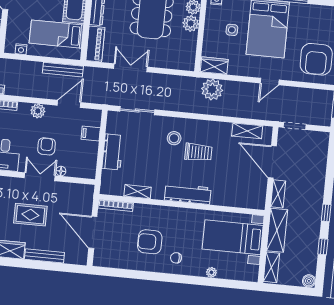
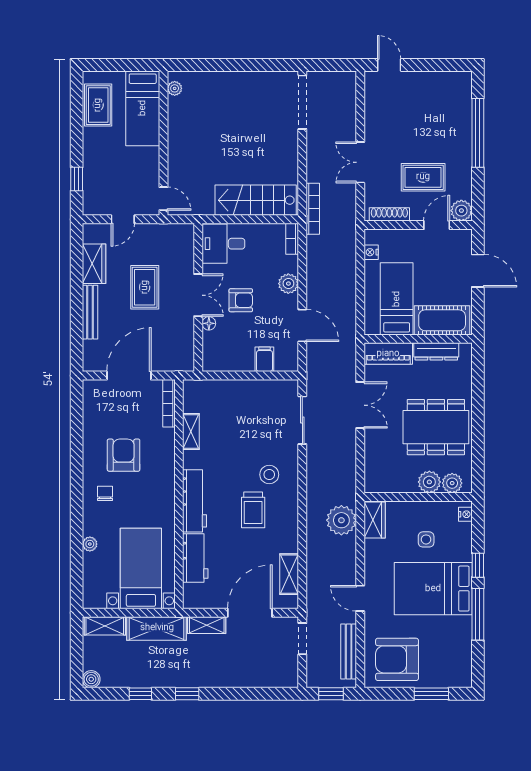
bench: (63, 70) -> (349, 652), moved
workbench: (113, 152) -> (195, 558), moved, turned -90

